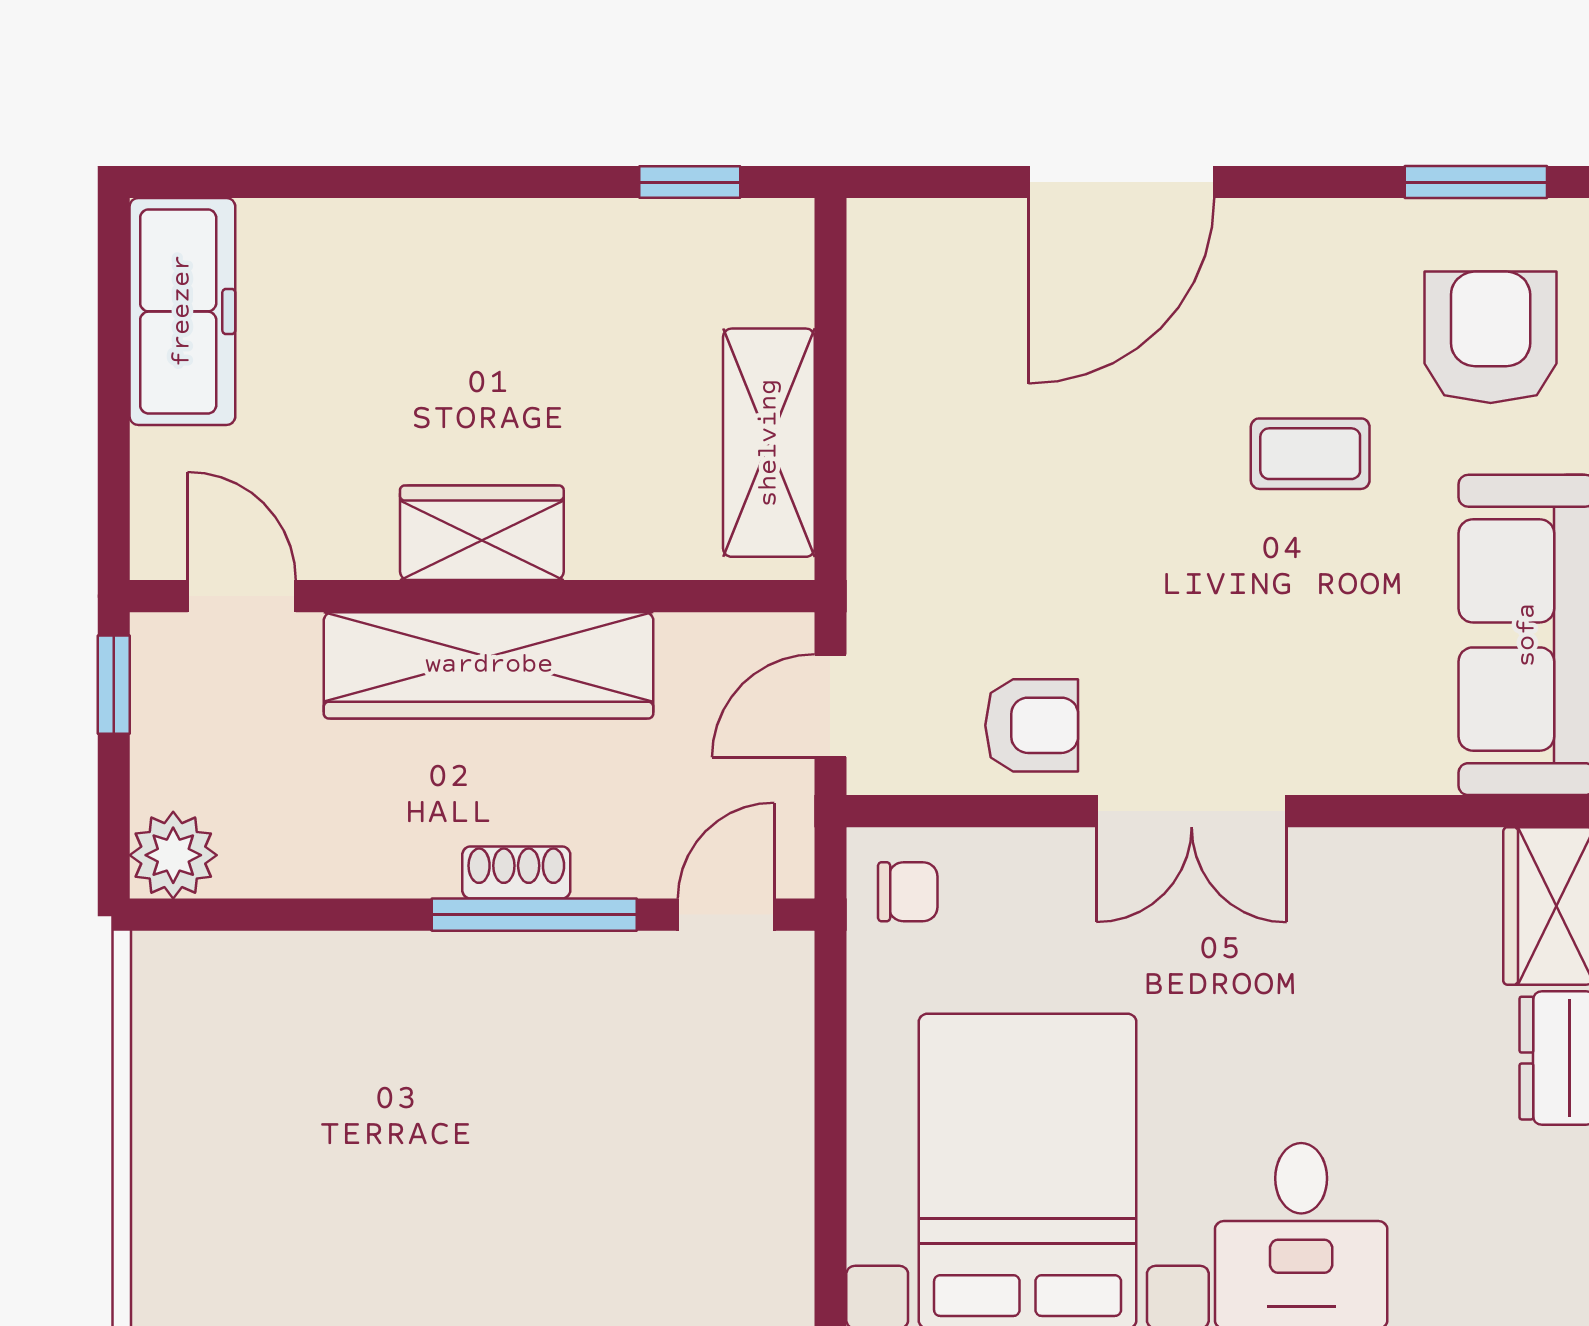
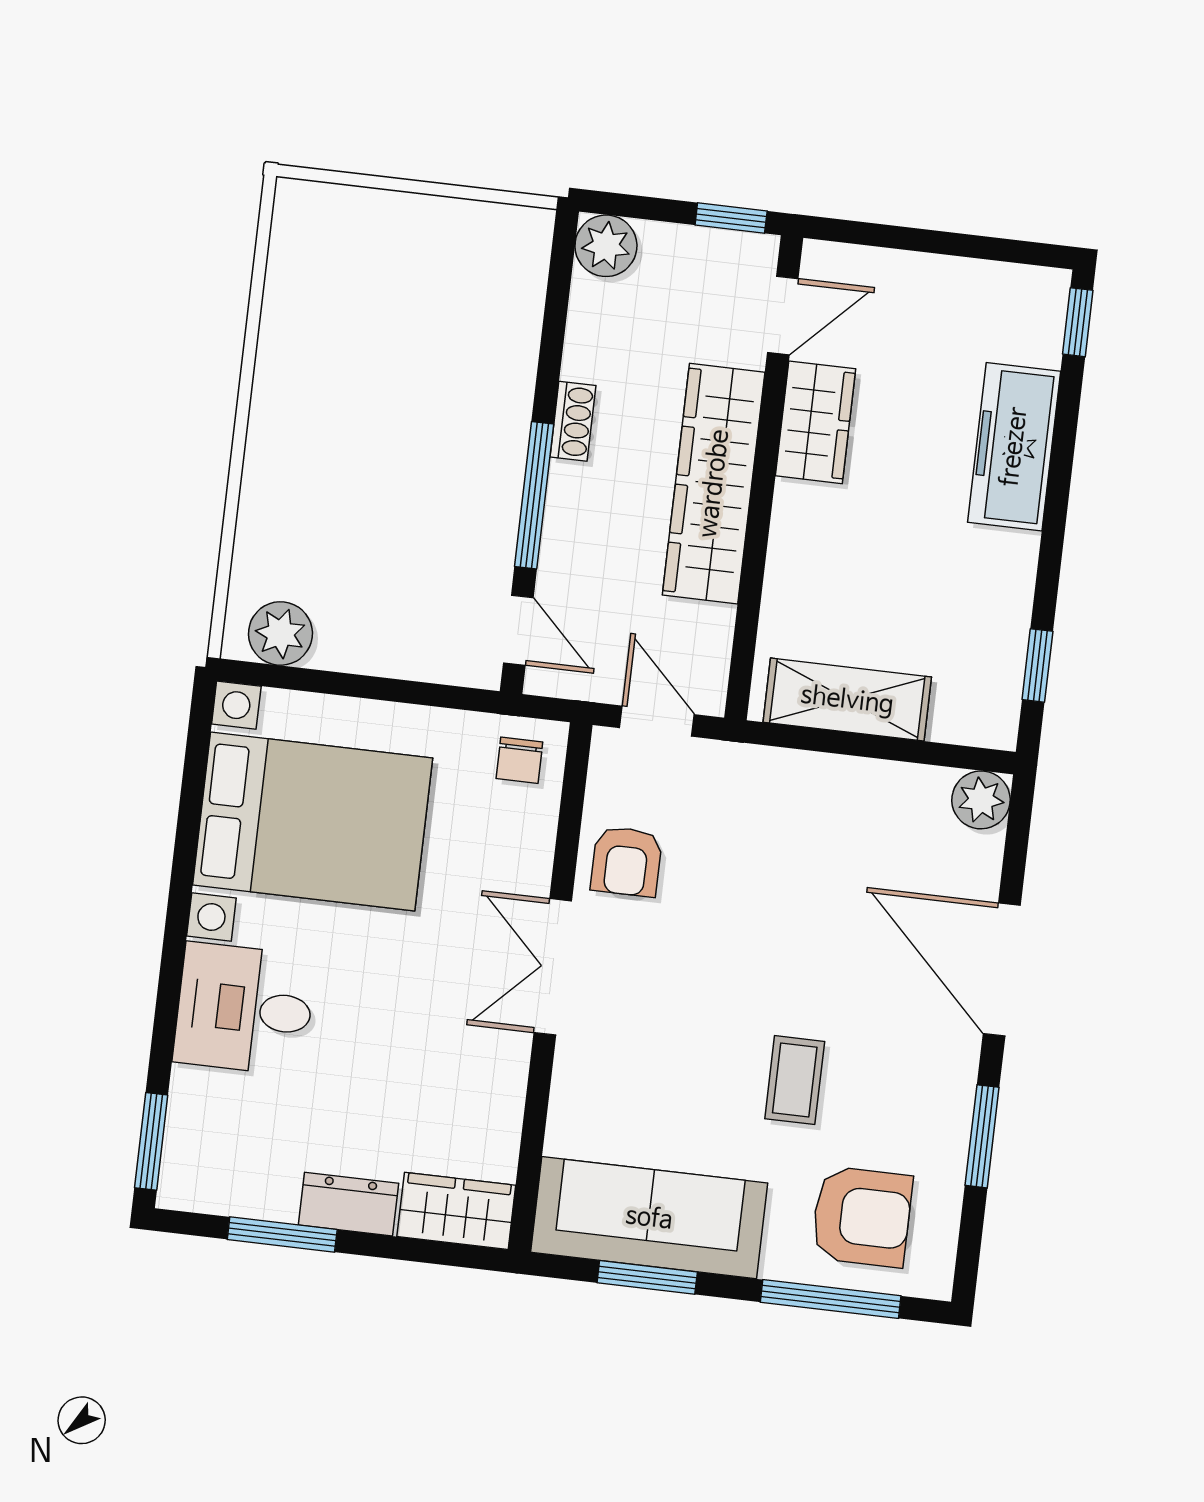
window: (203, 182) -> (1078, 322), added
window: (1476, 182) -> (982, 1136), moved
plant: (887, 239) -> (981, 800), added
freezer: (182, 311) -> (1014, 447), moved, turned 90
wardrobe: (482, 533) -> (815, 422), moved
shoe rack: (516, 872) -> (573, 421), moved
plant: (770, 1247) -> (280, 633), added

